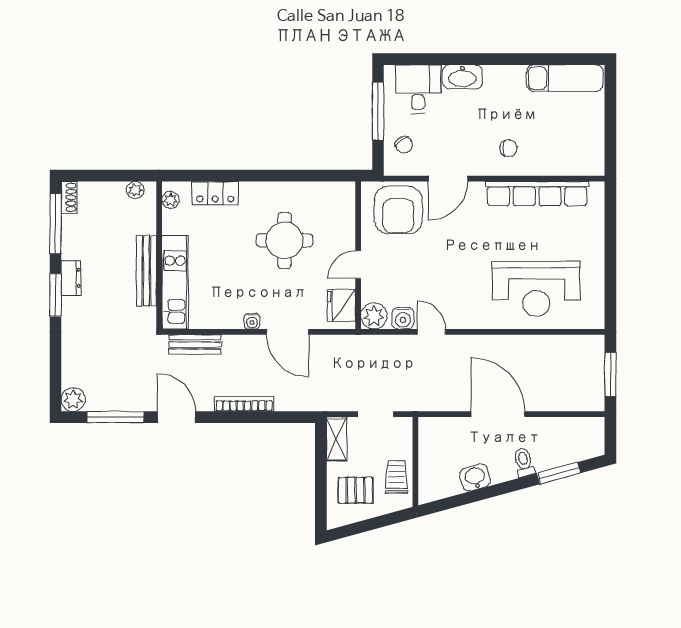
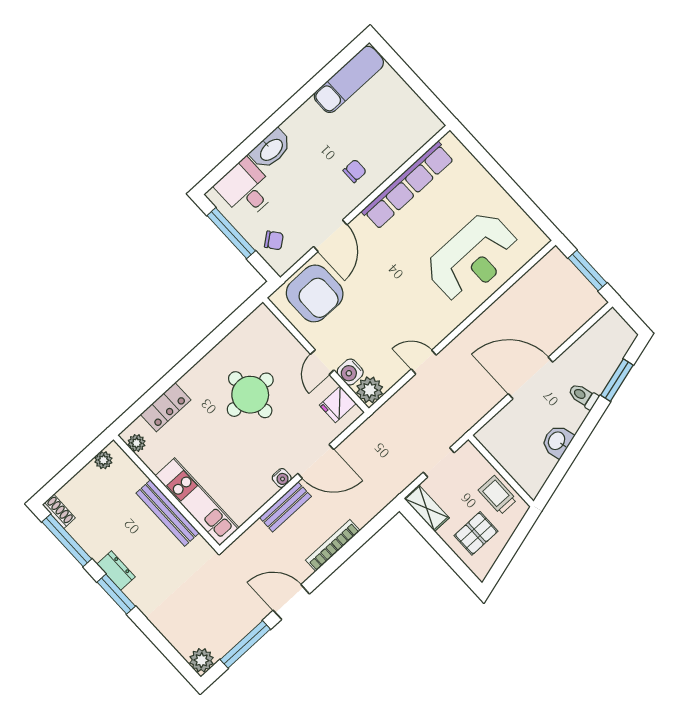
fridge: (341, 305) -> (338, 404), width x0.72
water cooler: (403, 318) -> (350, 372), moved, turned 90
bench: (195, 345) -> (285, 507), moved

